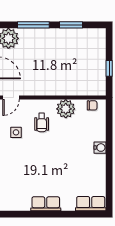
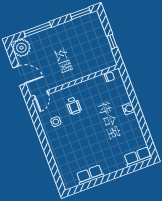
window: (71, 25) -> (80, 13), moved
plant: (66, 109) -> (89, 87), removed
row of seats: (46, 204) -> (90, 175), moved

